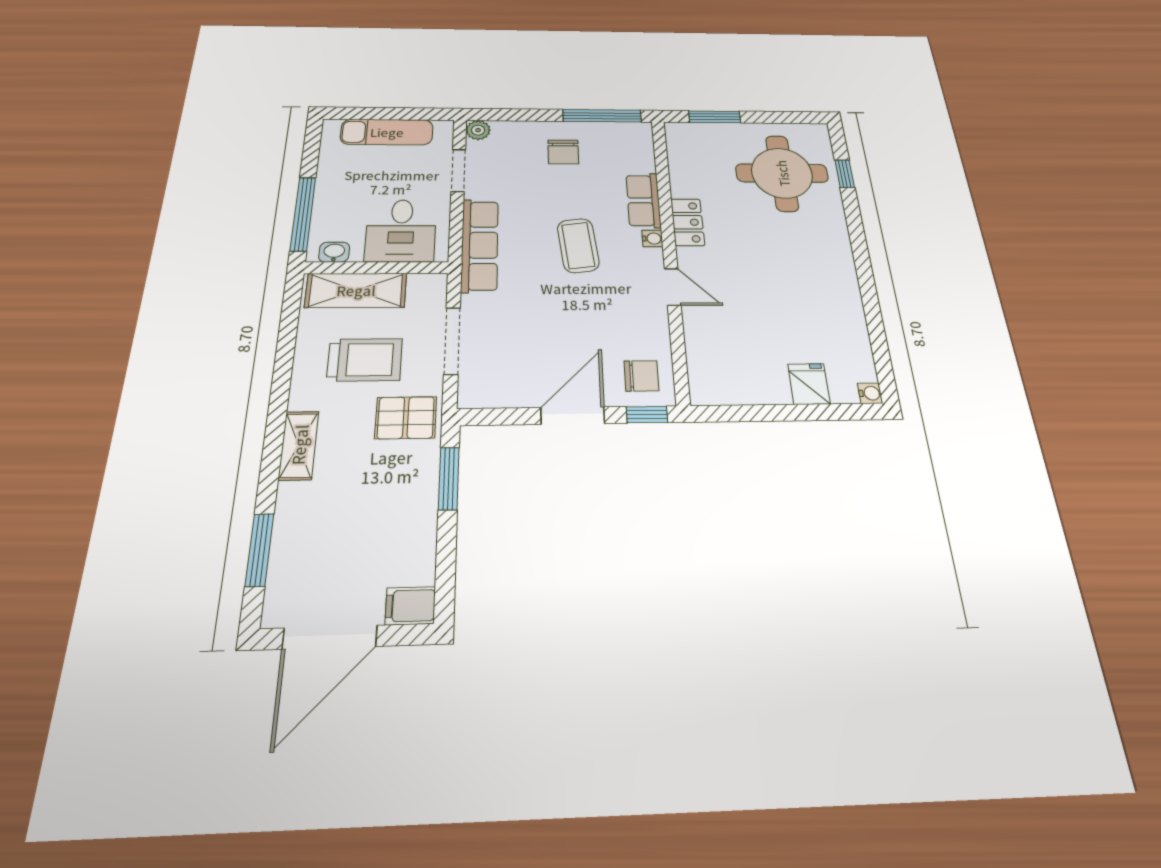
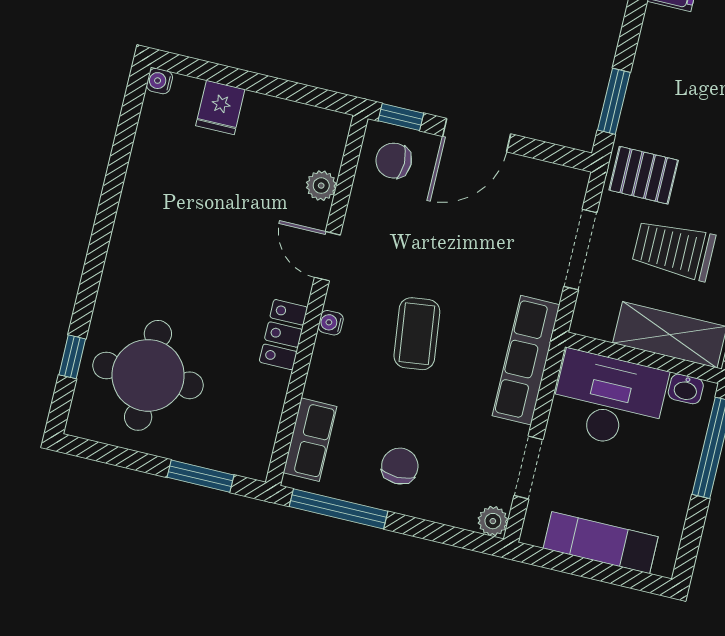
row of seats: (643, 200) -> (310, 440), moved
desk: (401, 231) -> (609, 400), width x1.37
plant: (698, 341) -> (321, 186), added

